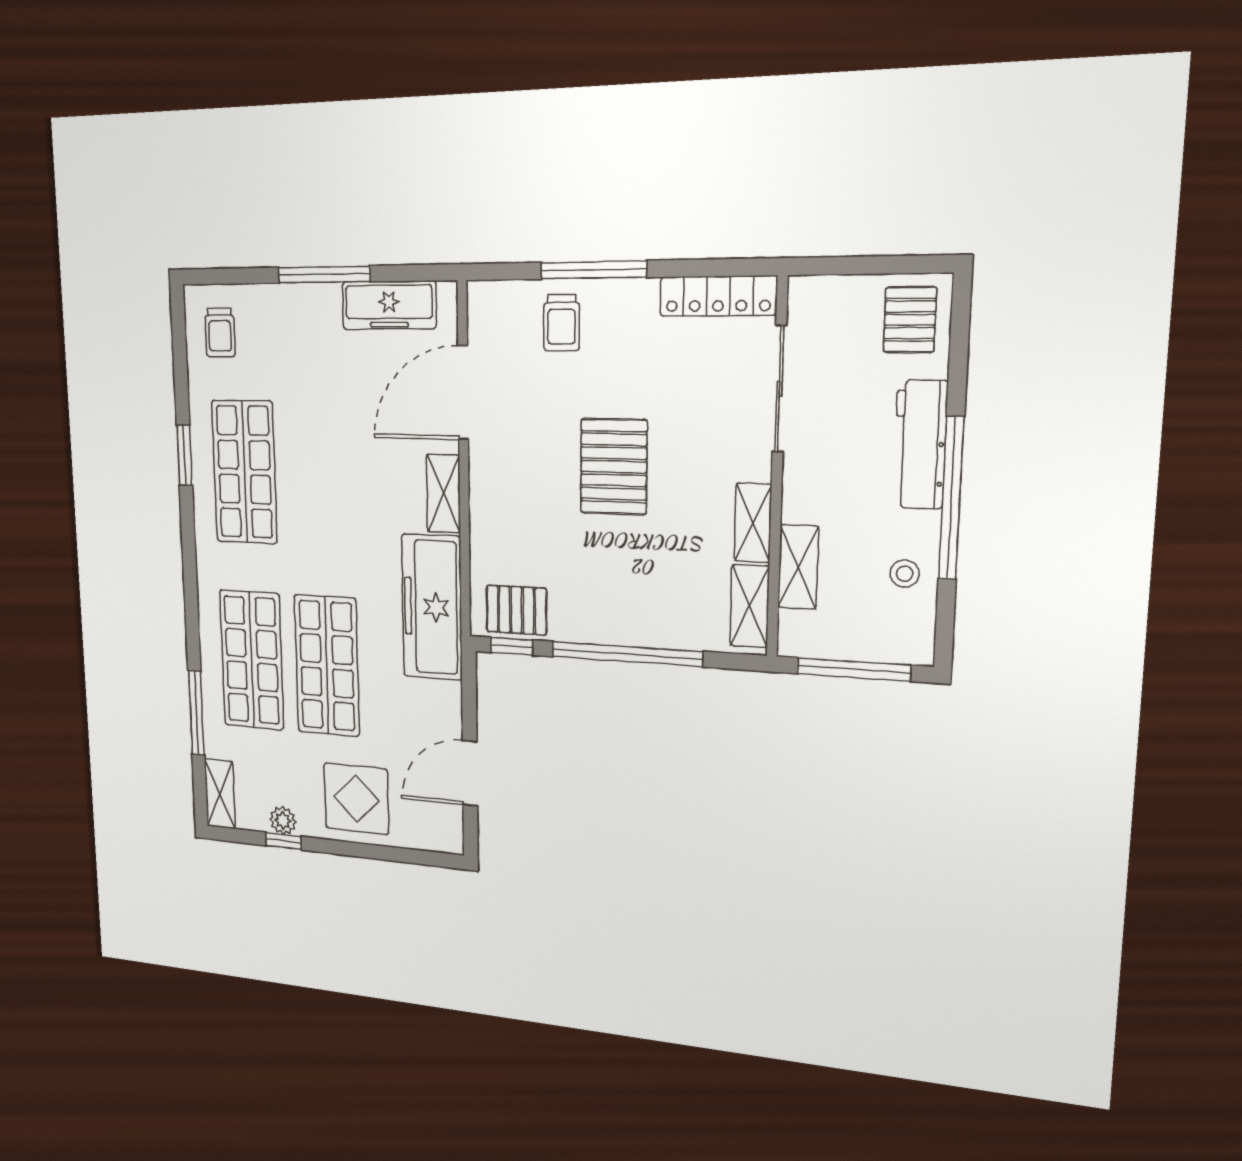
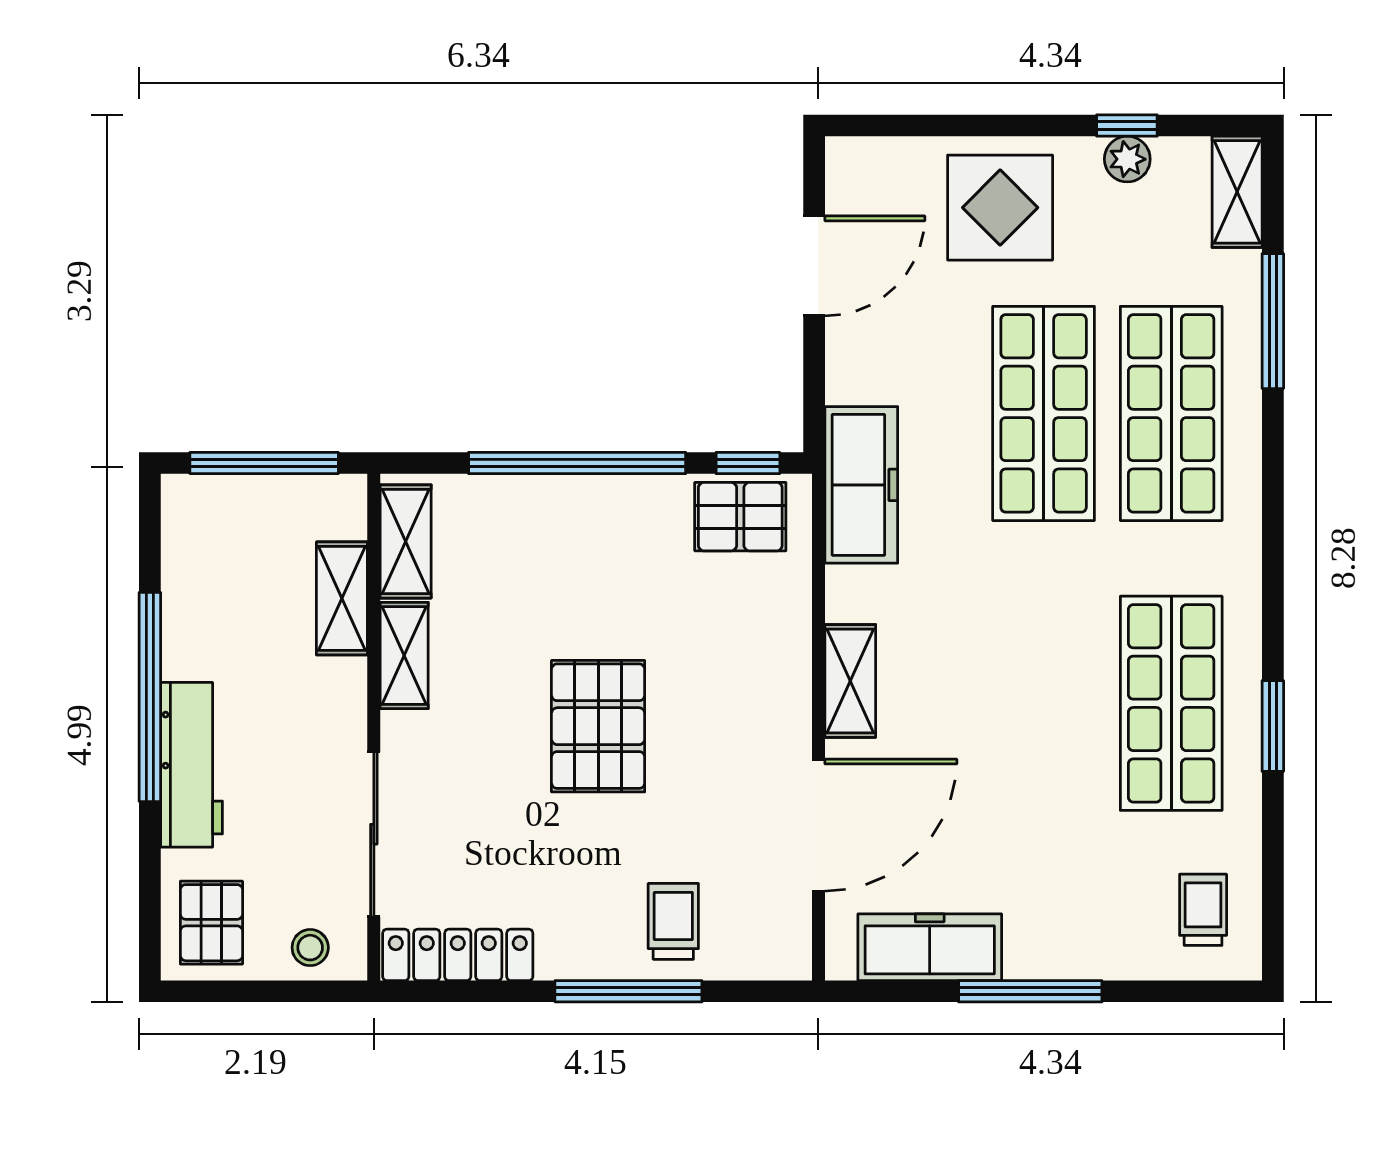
stool: (905, 574) -> (310, 948), moved
freezer: (432, 607) -> (861, 485), width x0.73, depth x0.79

